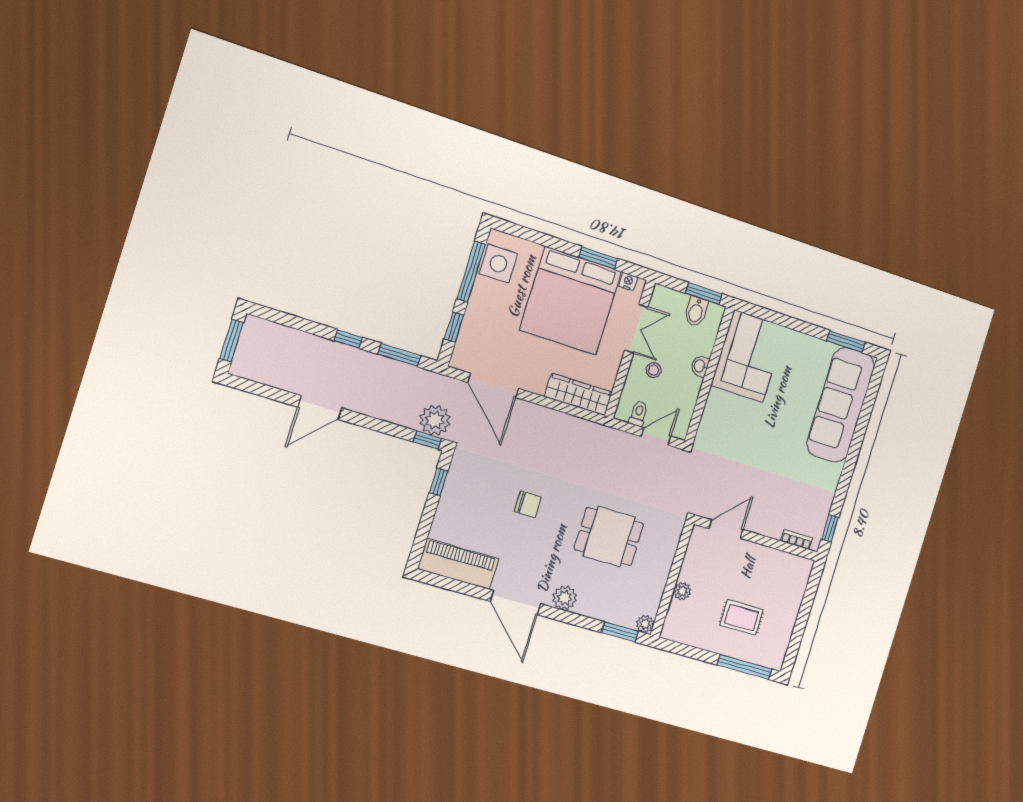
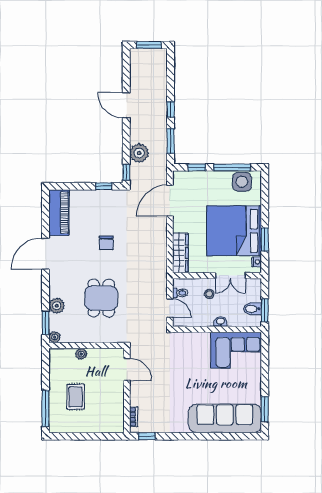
plant: (435, 420) -> (139, 153), moved
plant: (565, 598) -> (57, 306), moved

